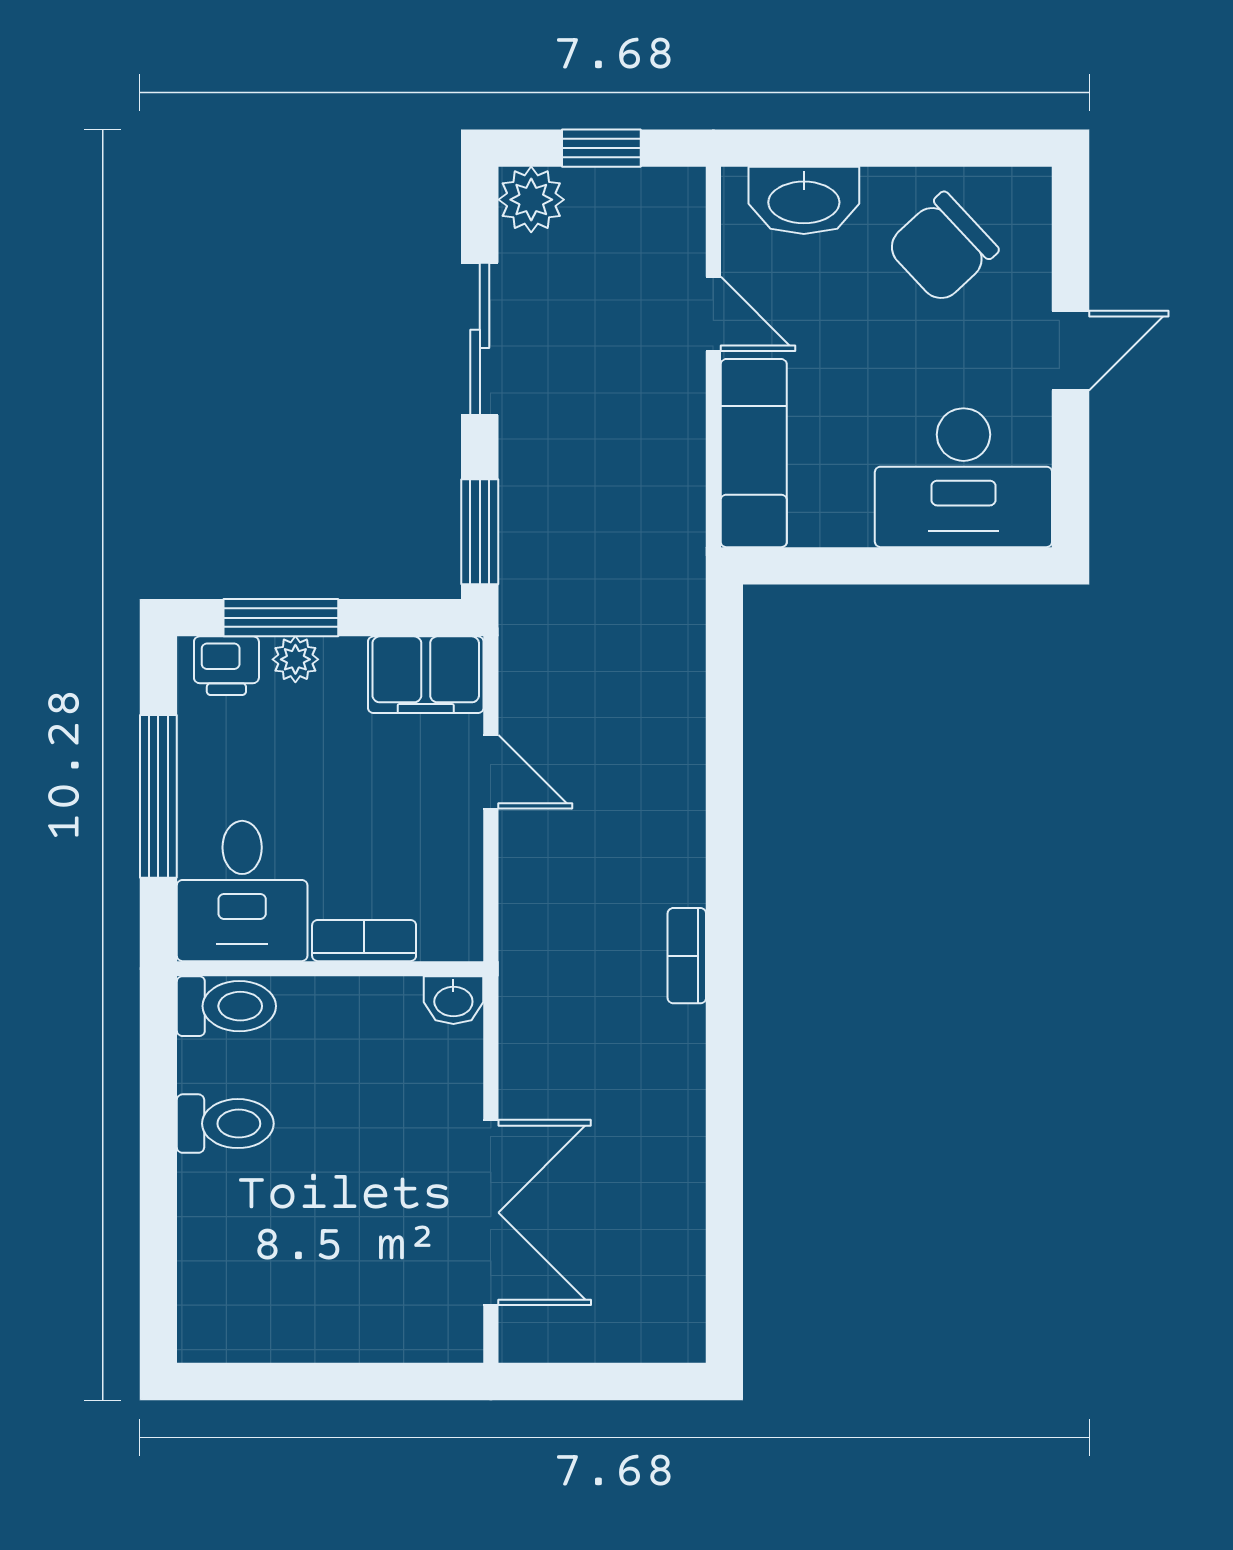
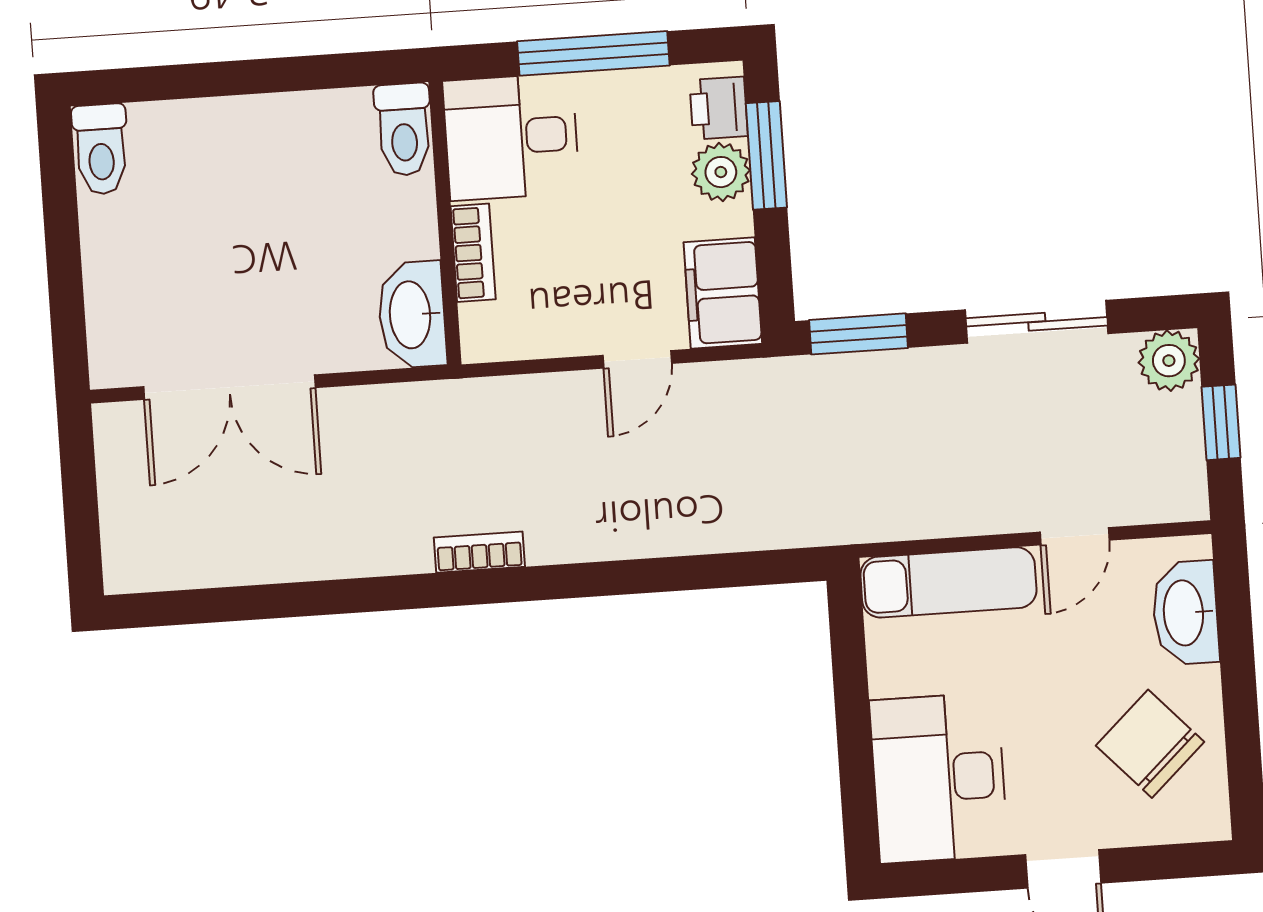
plant: (295, 659) -> (721, 172), width x1.38, depth x1.38
washbasin: (453, 1000) -> (412, 315), width x1.91, depth x1.45
toilet: (225, 1124) -> (101, 149), moved

